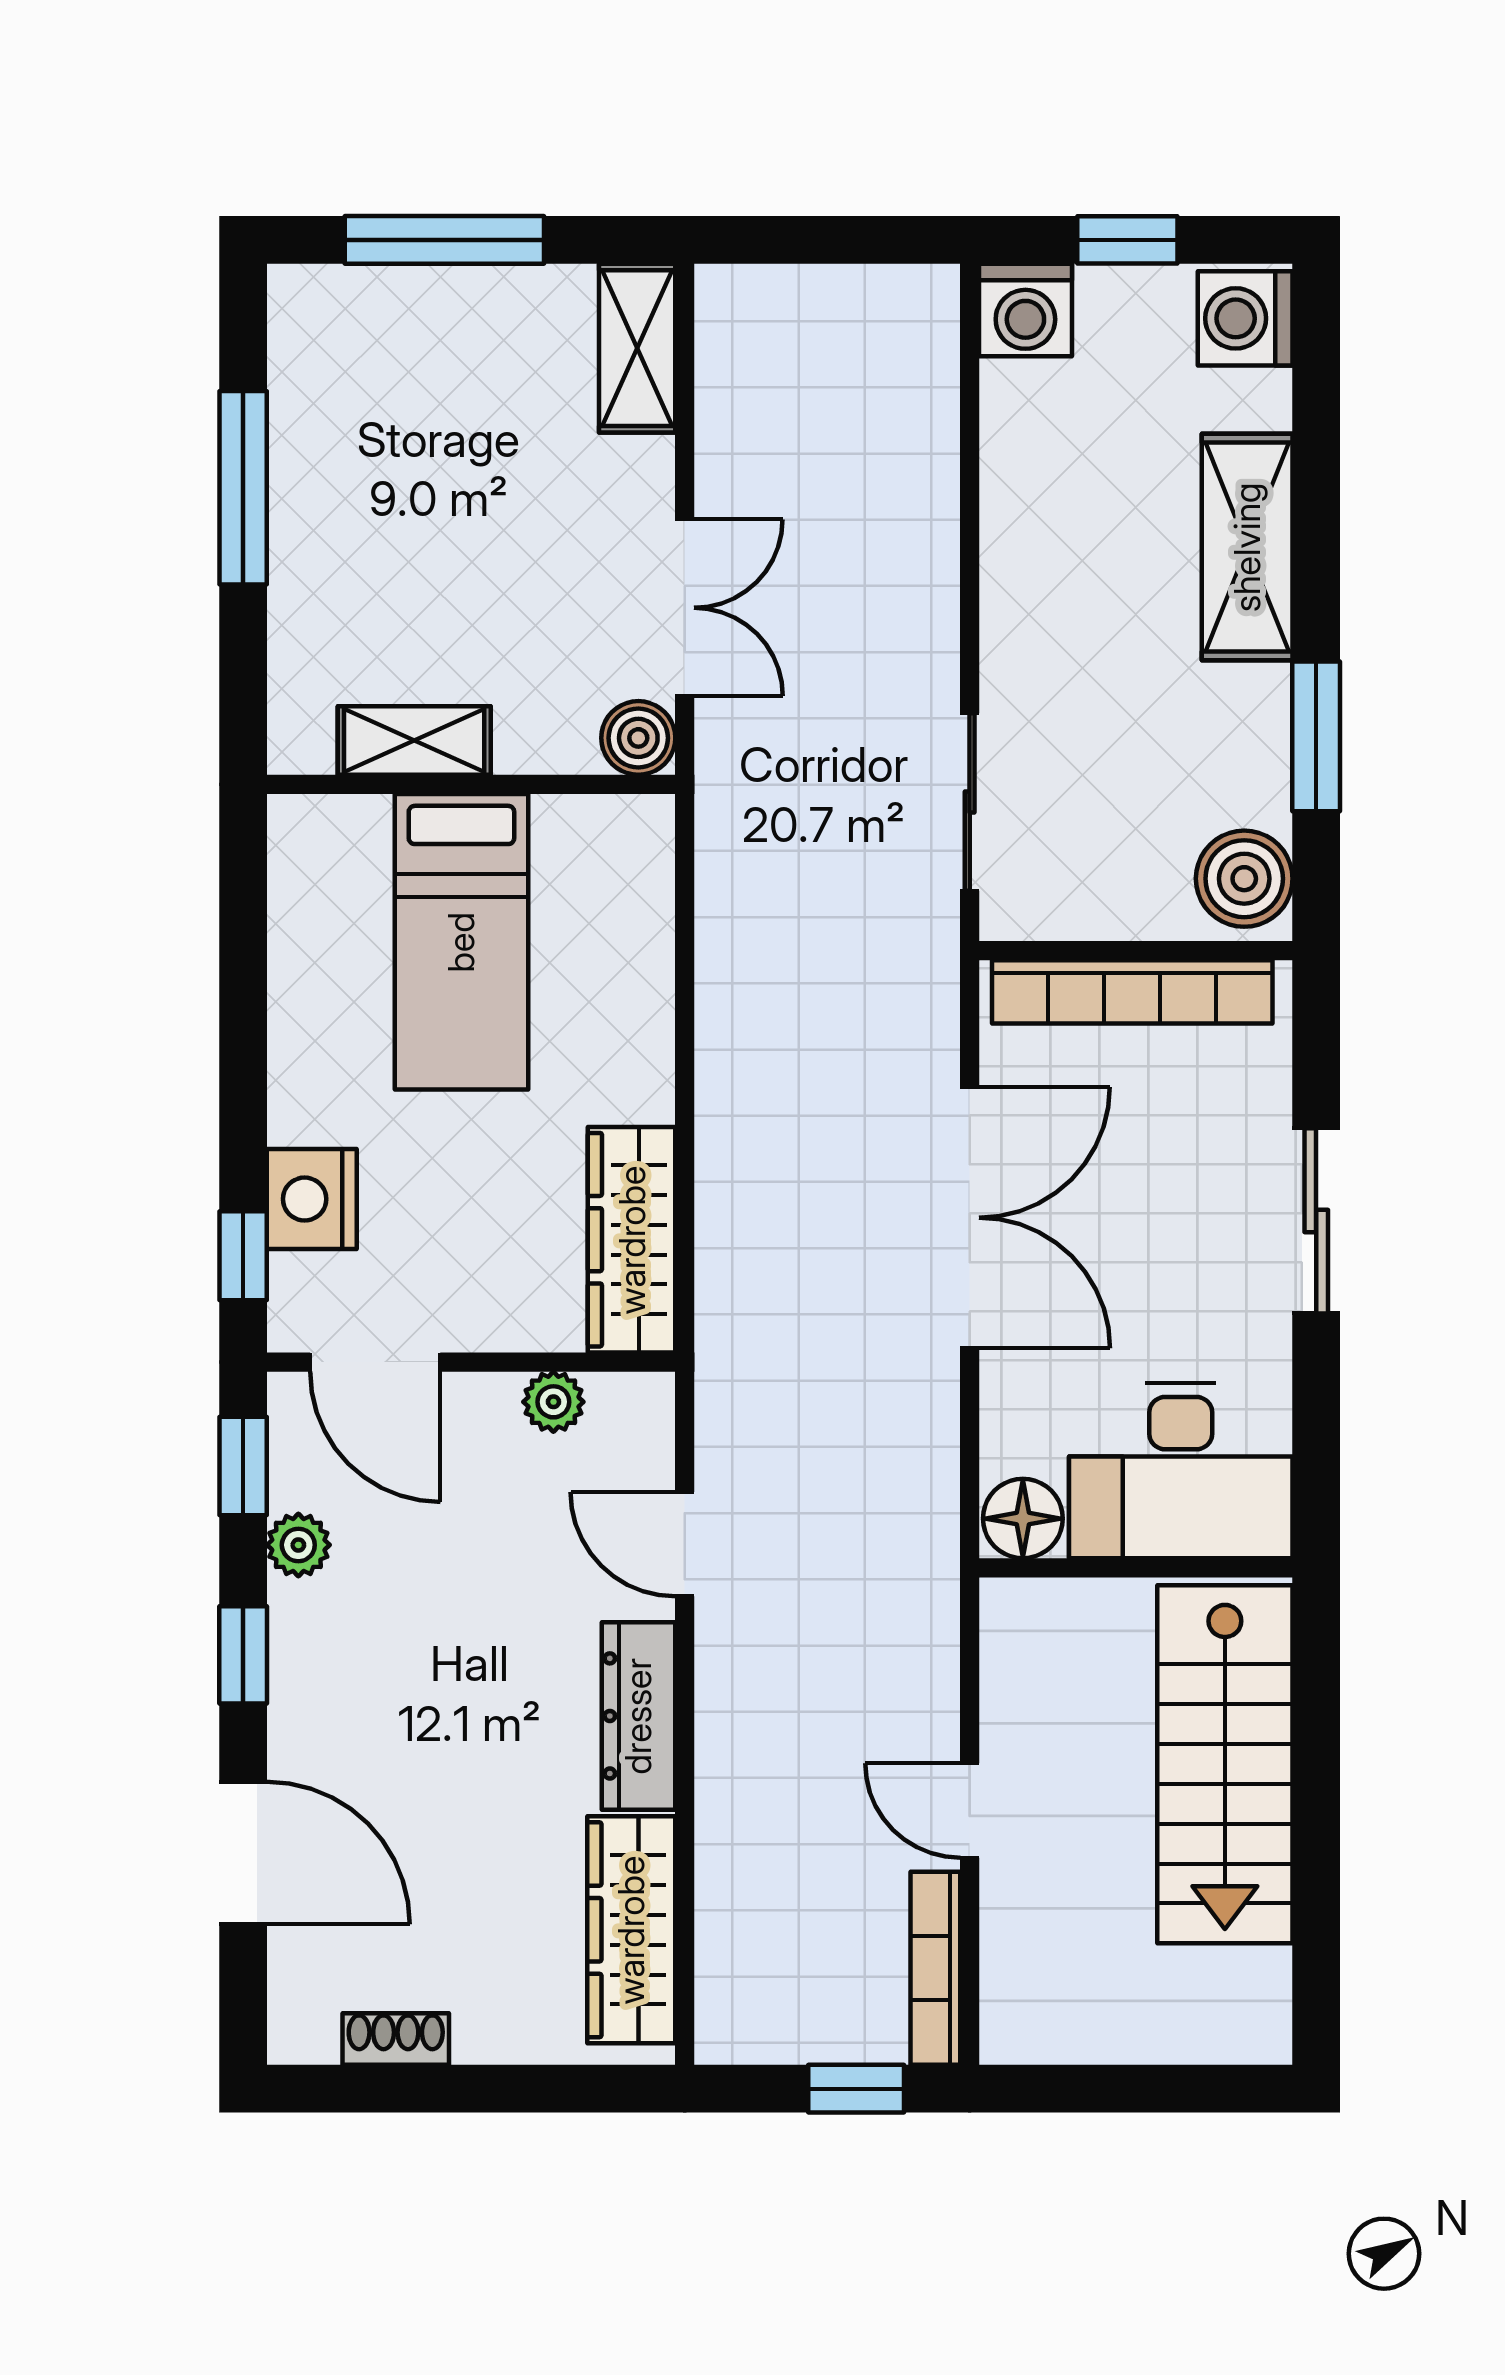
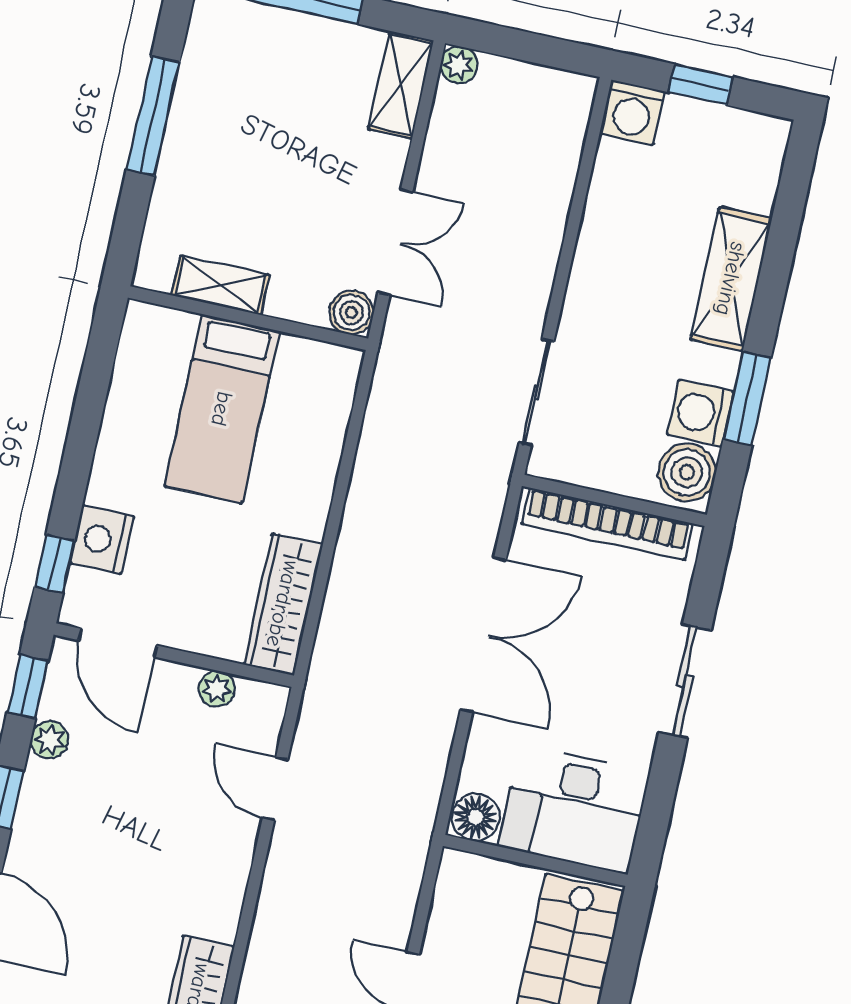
plant: (725, 294) -> (459, 65), added
washing machine: (1245, 318) -> (700, 413), moved
dresser: (638, 1716) -> (226, 883), removed

